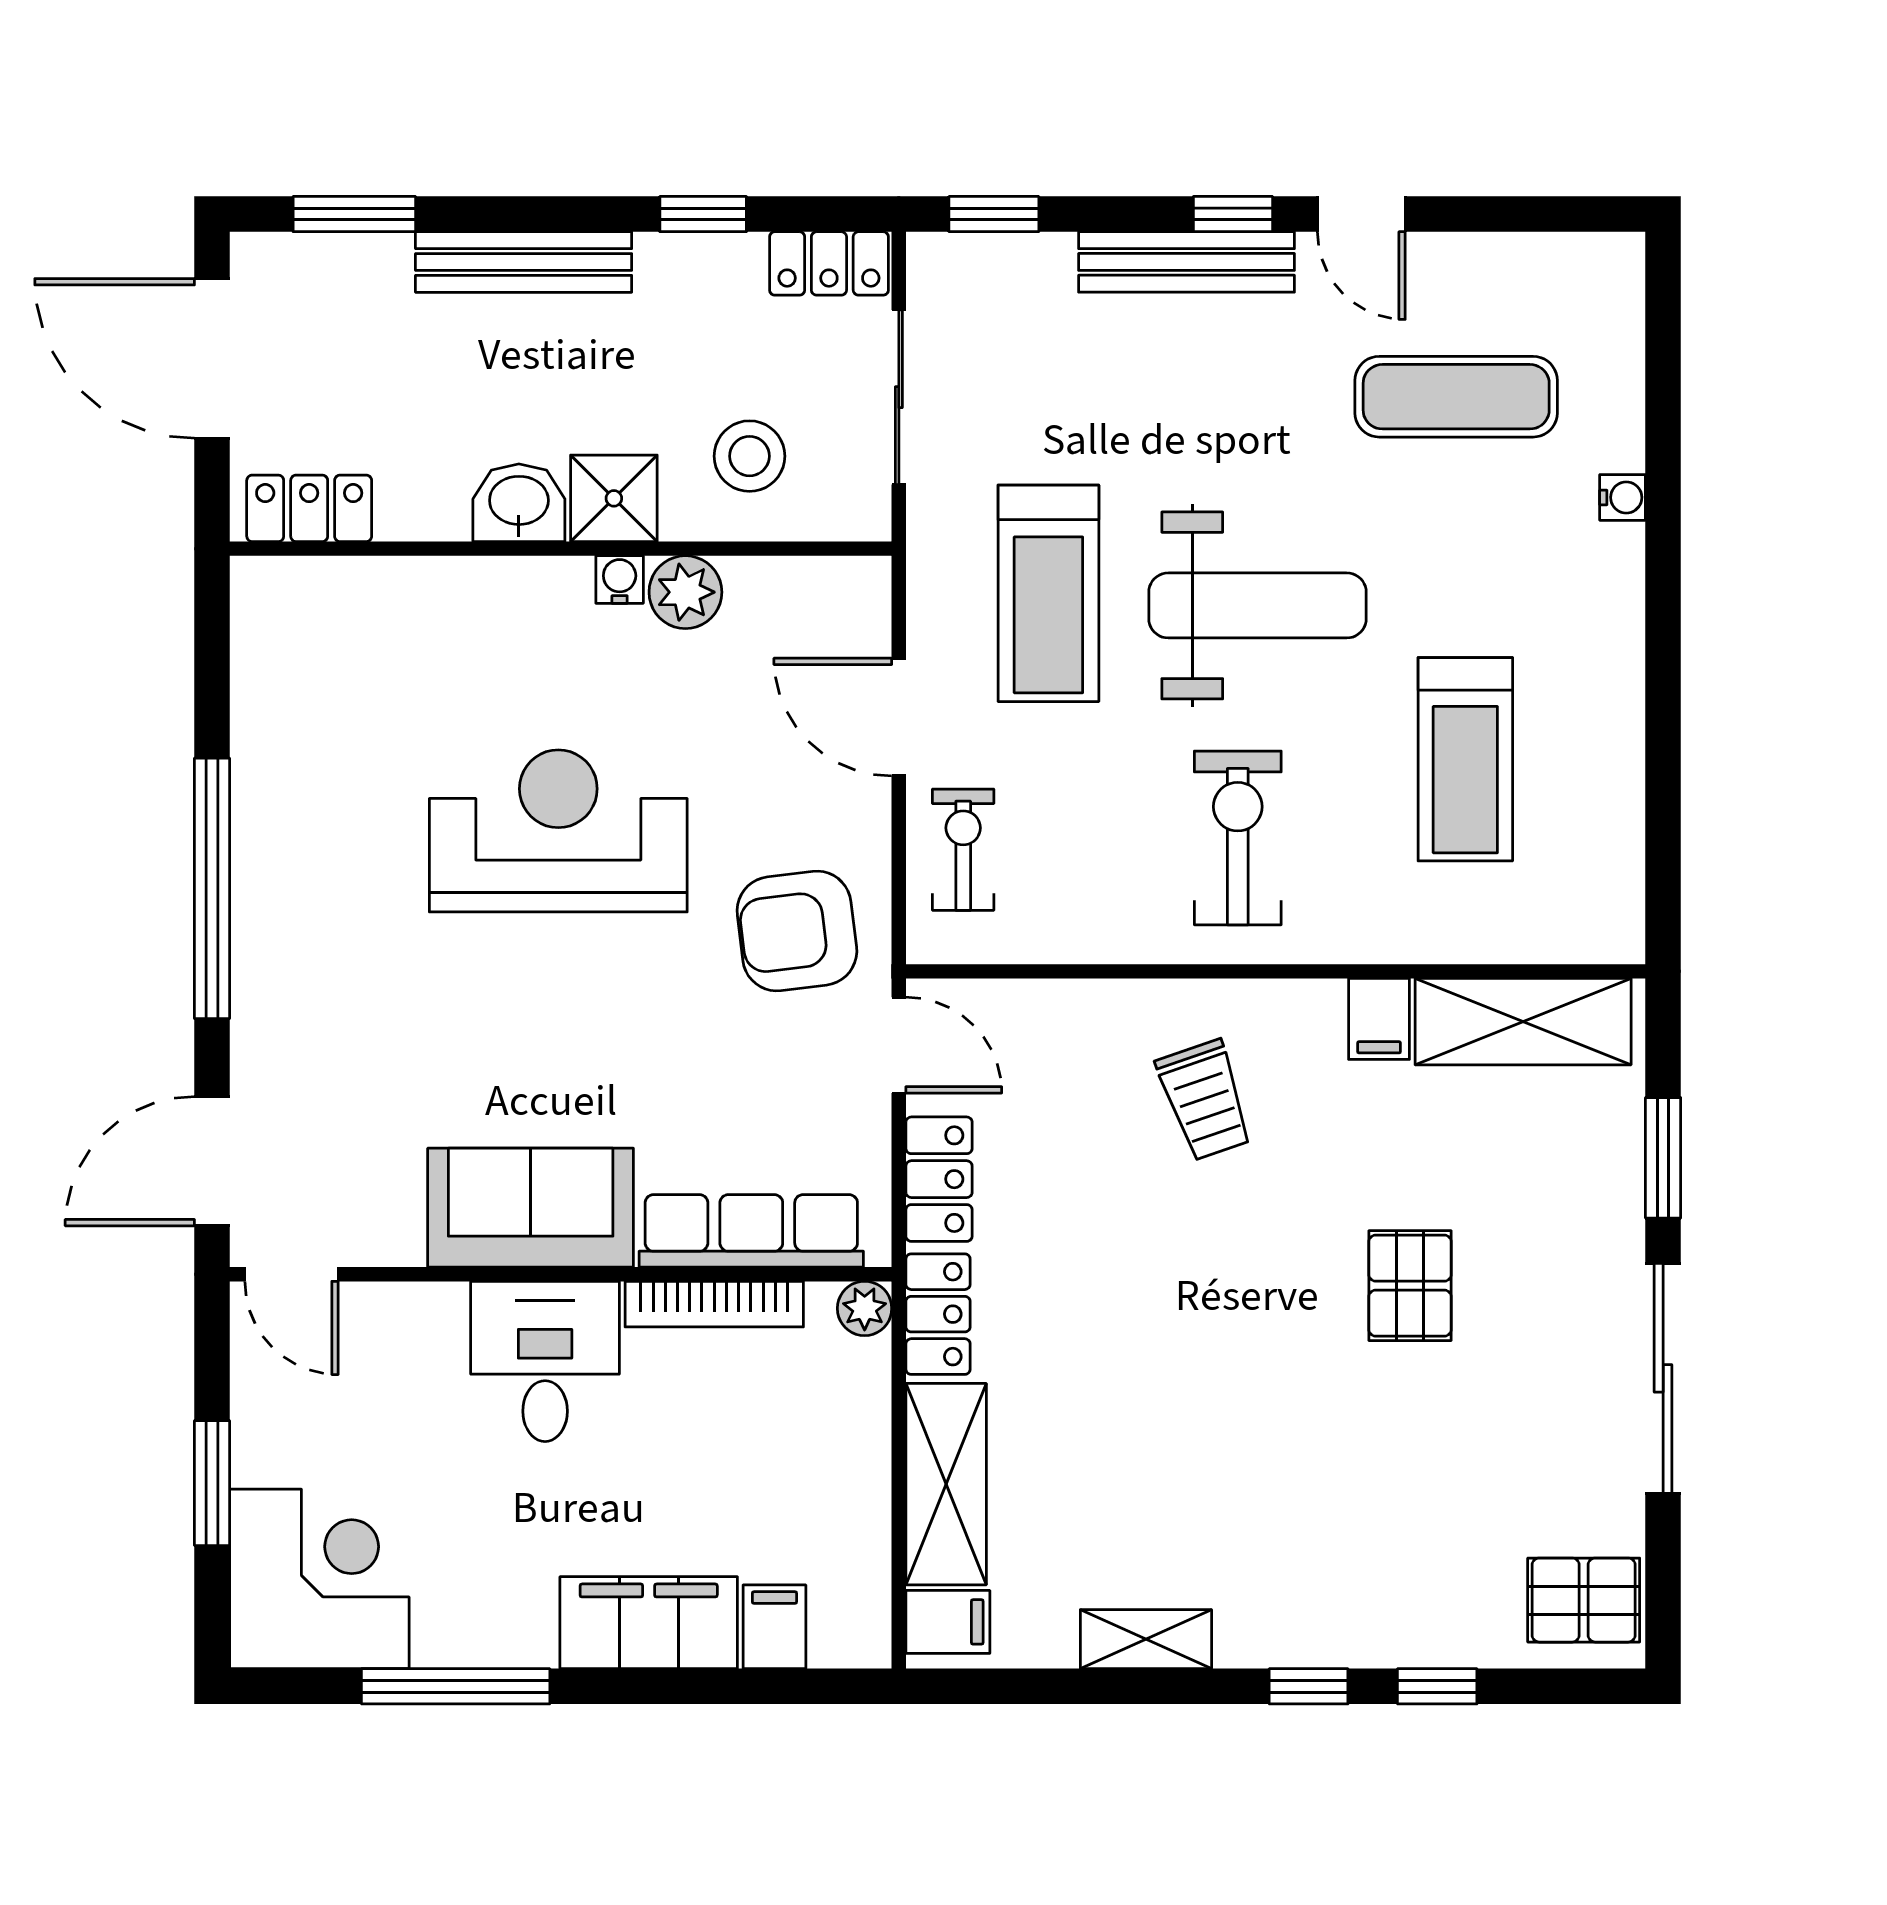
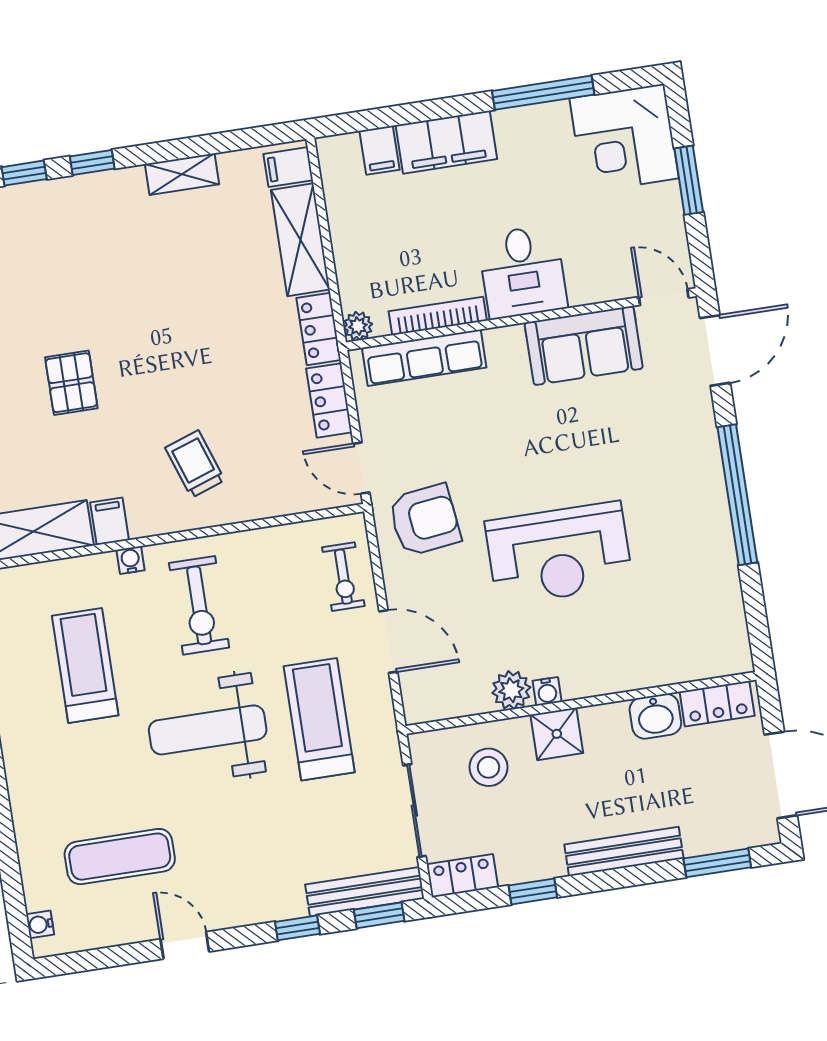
window: (1233, 214) -> (297, 928), moved
bench: (1187, 262) -> (365, 892), moved
water cooler: (1623, 497) -> (40, 924), moved
washbasin: (519, 503) -> (655, 716), moved
water cooler: (1351, 941) -> (130, 560), added
sofa: (531, 1208) -> (584, 346), moved

